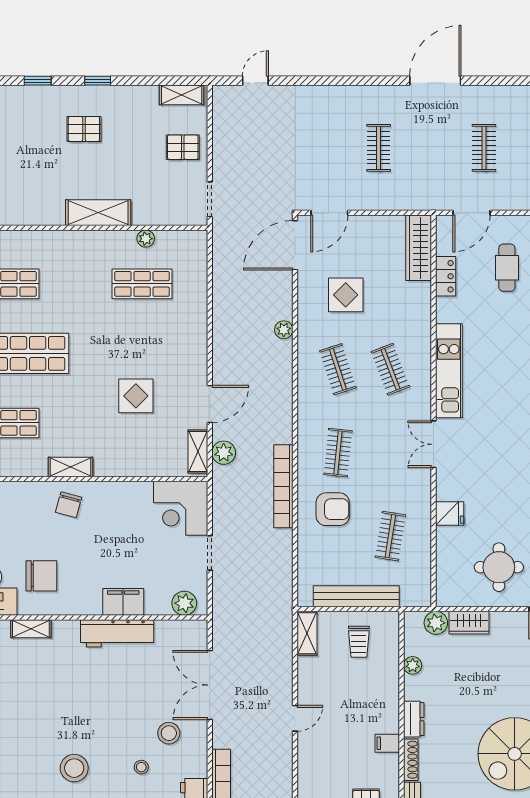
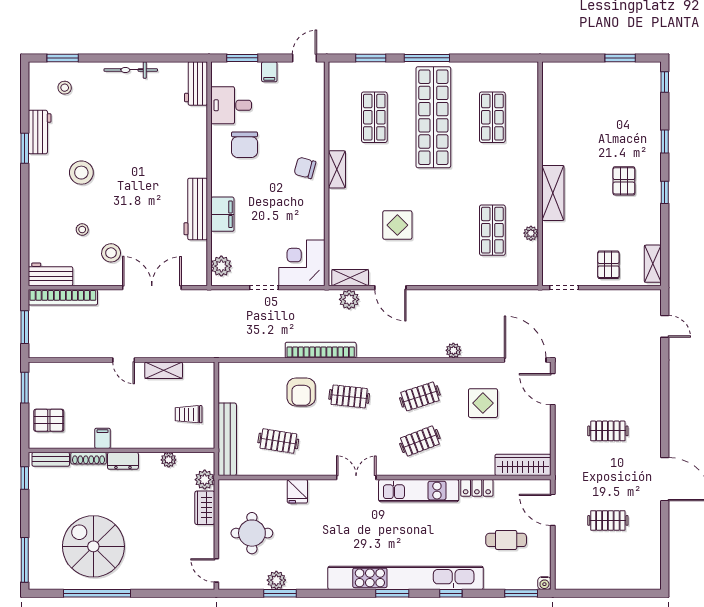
locker: (446, 276) -> (477, 488), moved
bench: (356, 596) -> (227, 439), moved
shelving: (31, 629) -> (200, 136), removed
shelving: (307, 633) -> (164, 370), moved

